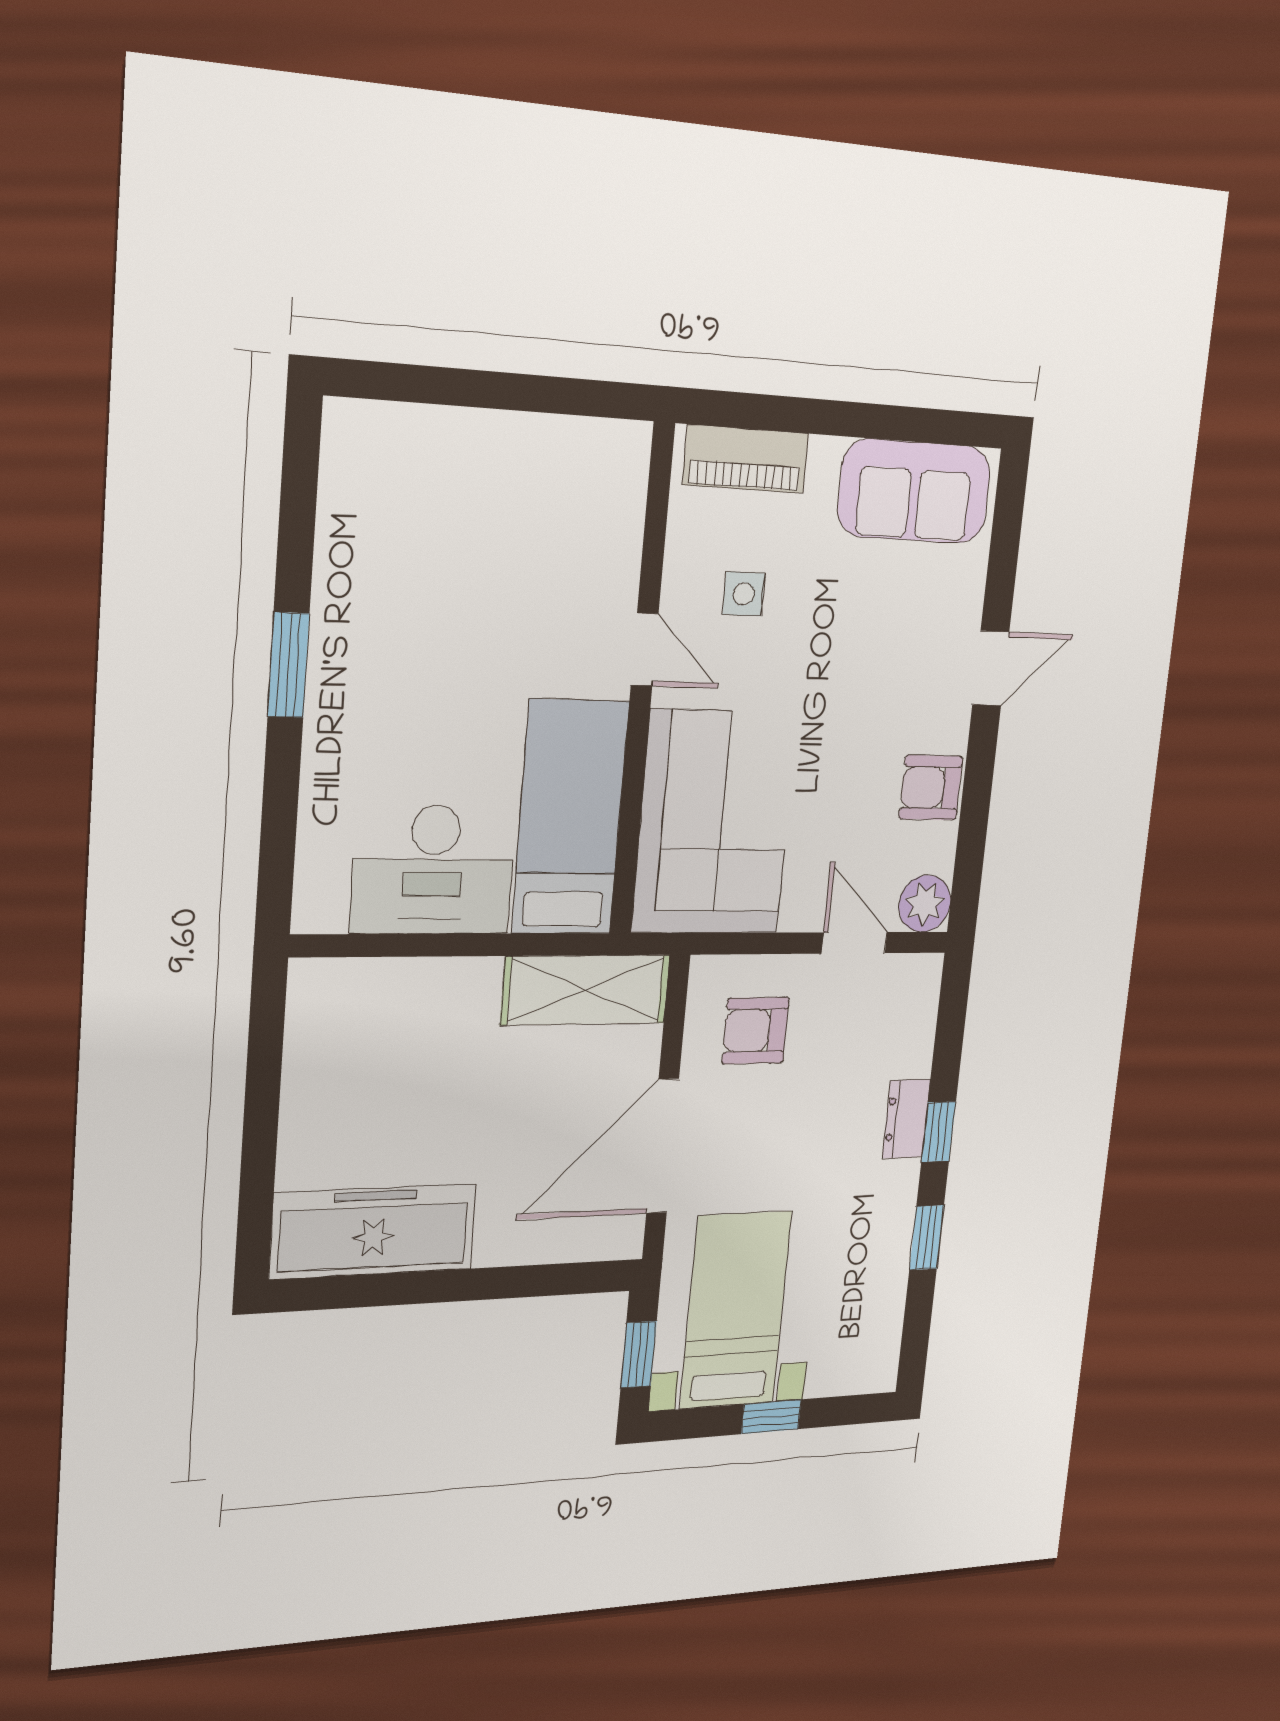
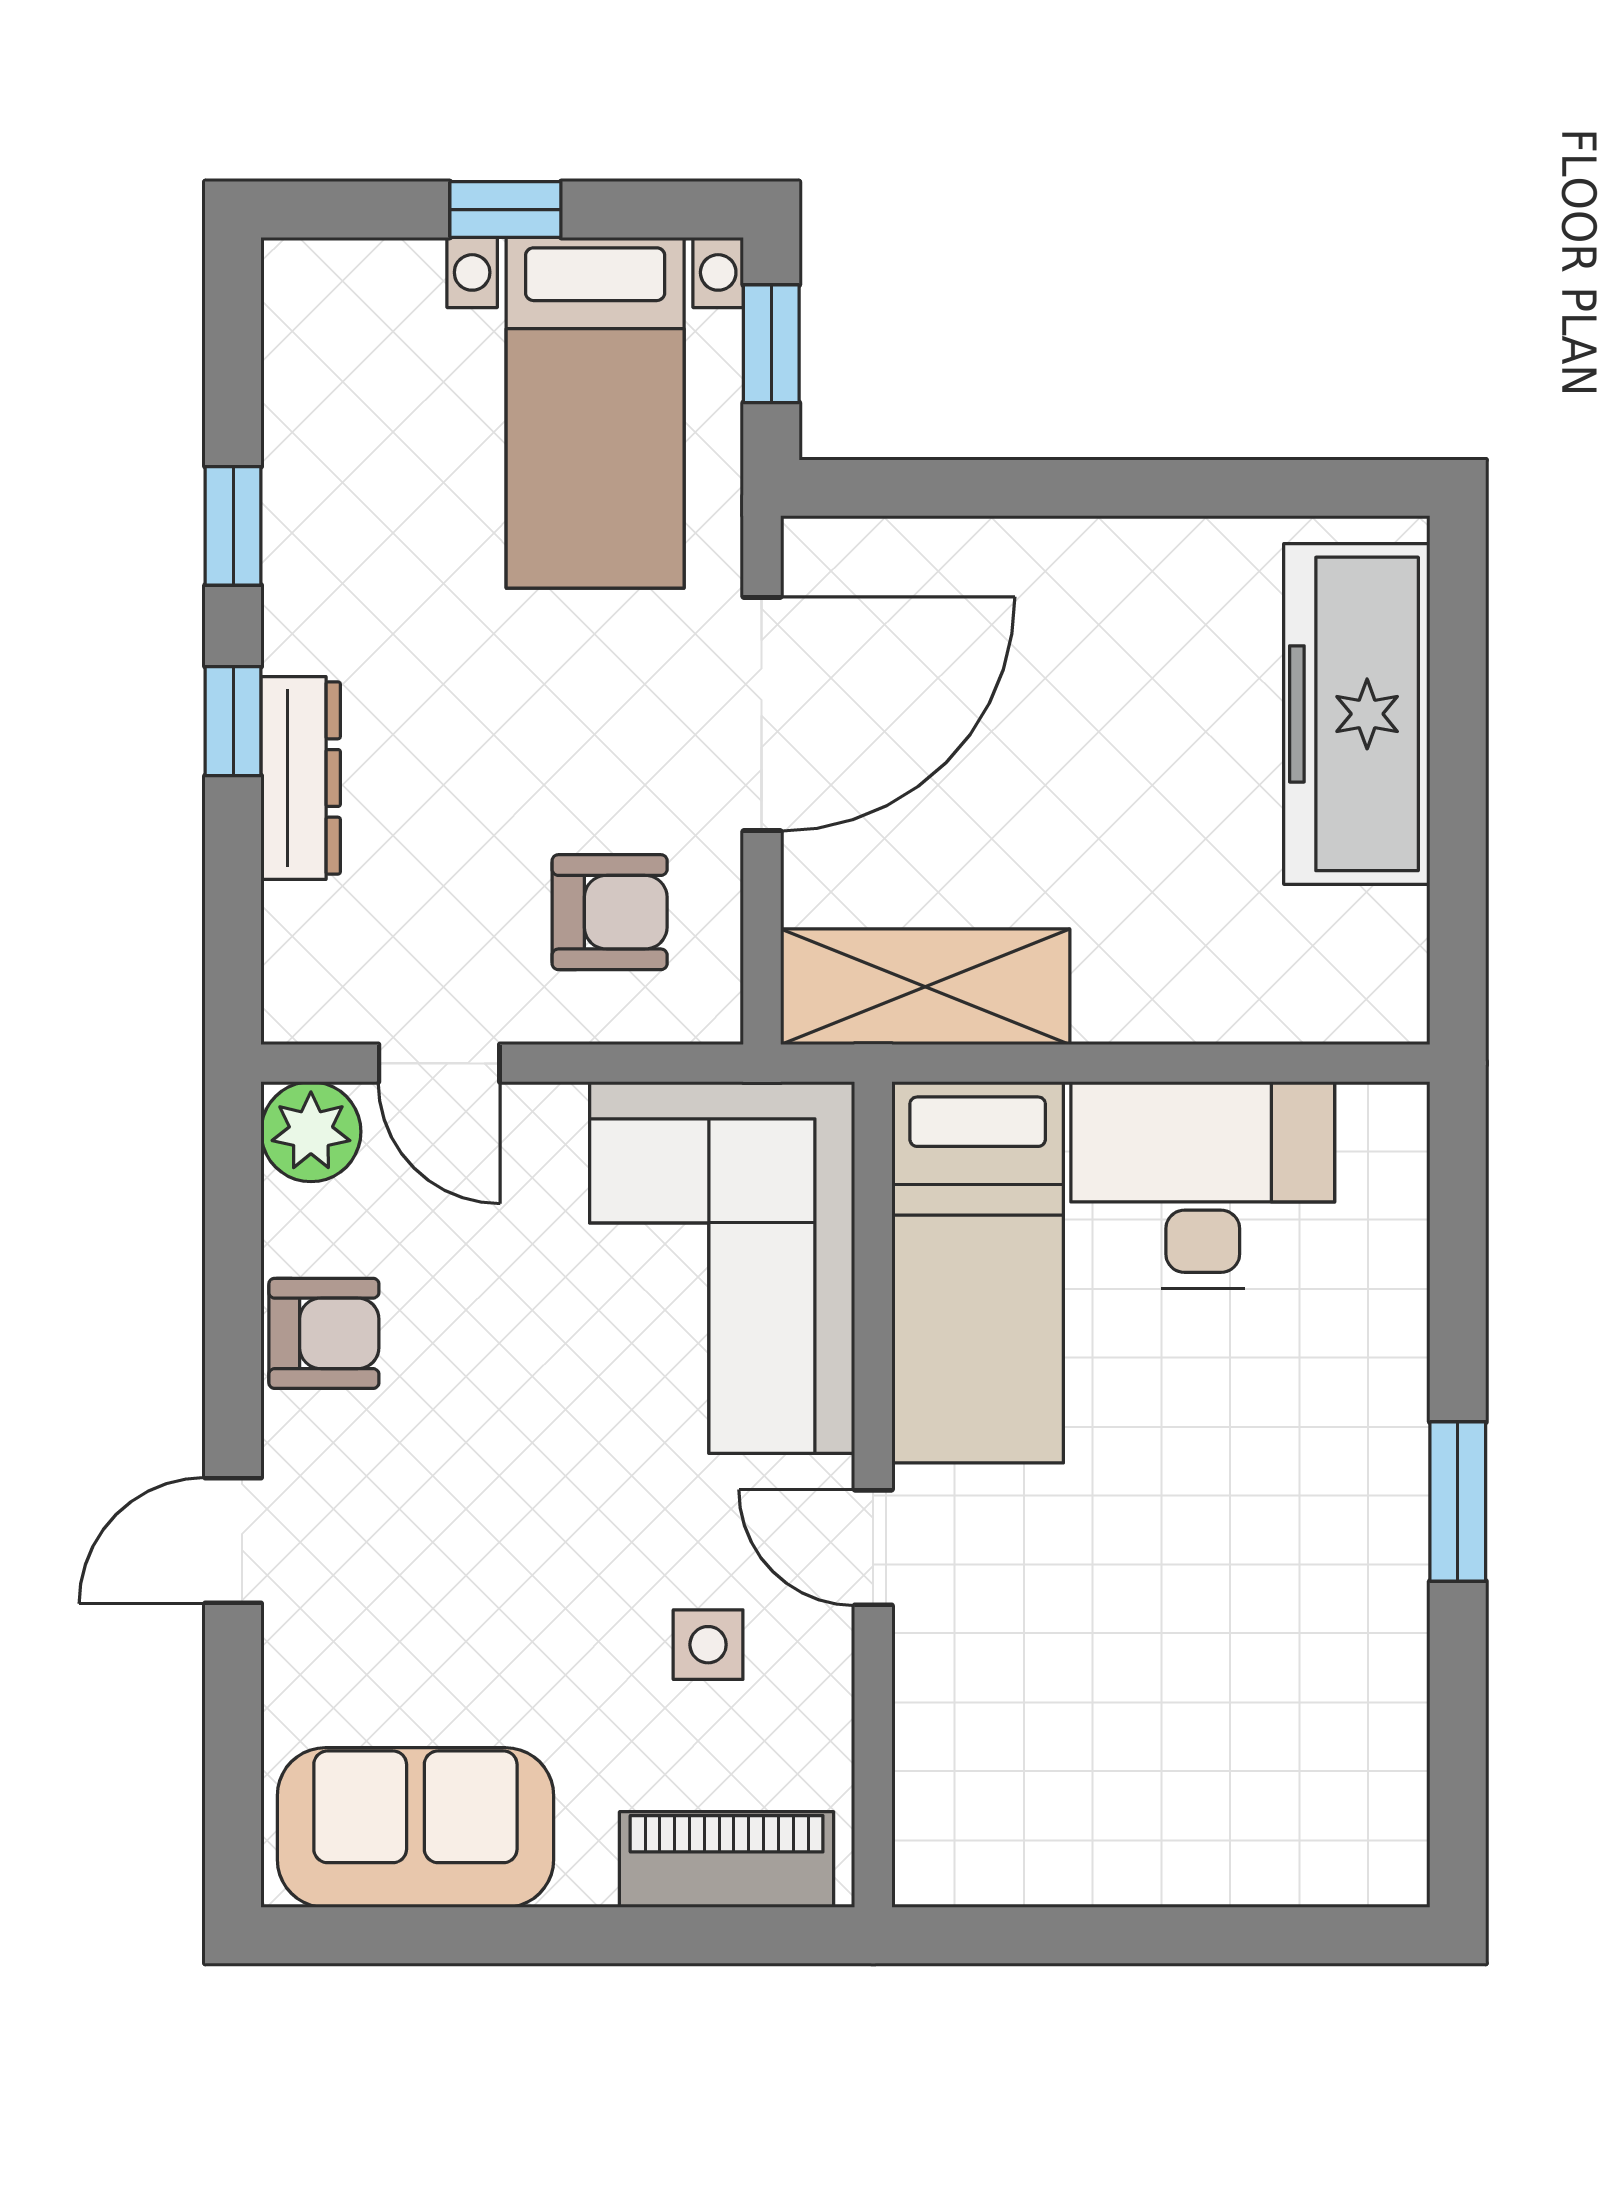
dresser: (906, 1119) -> (301, 778), width x1.44
freezer: (374, 1231) -> (1357, 714), moved, turned 90

